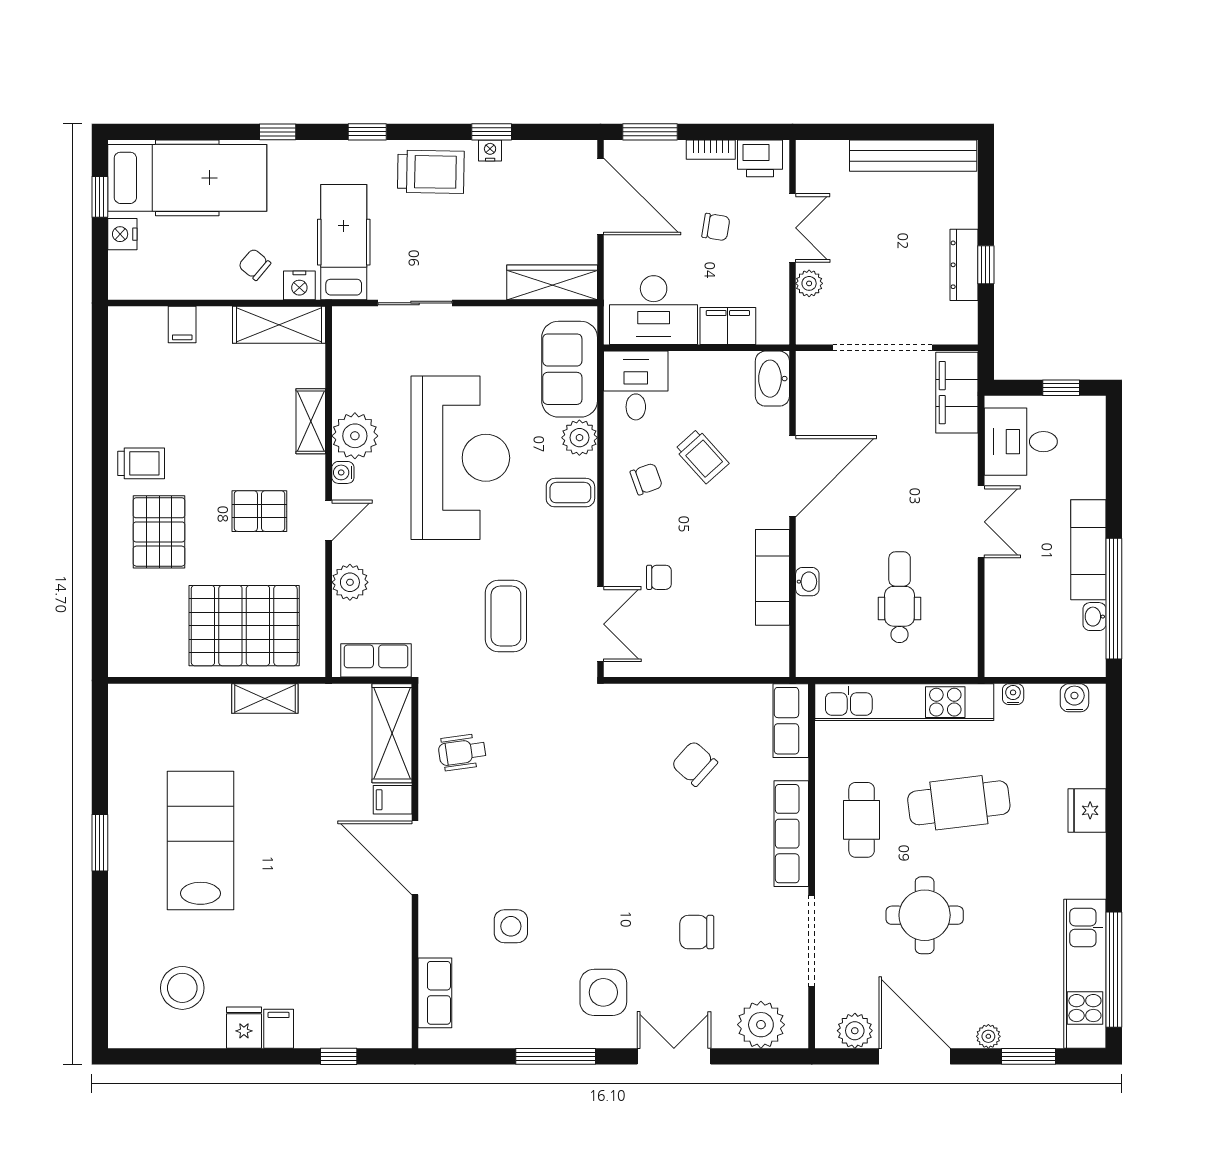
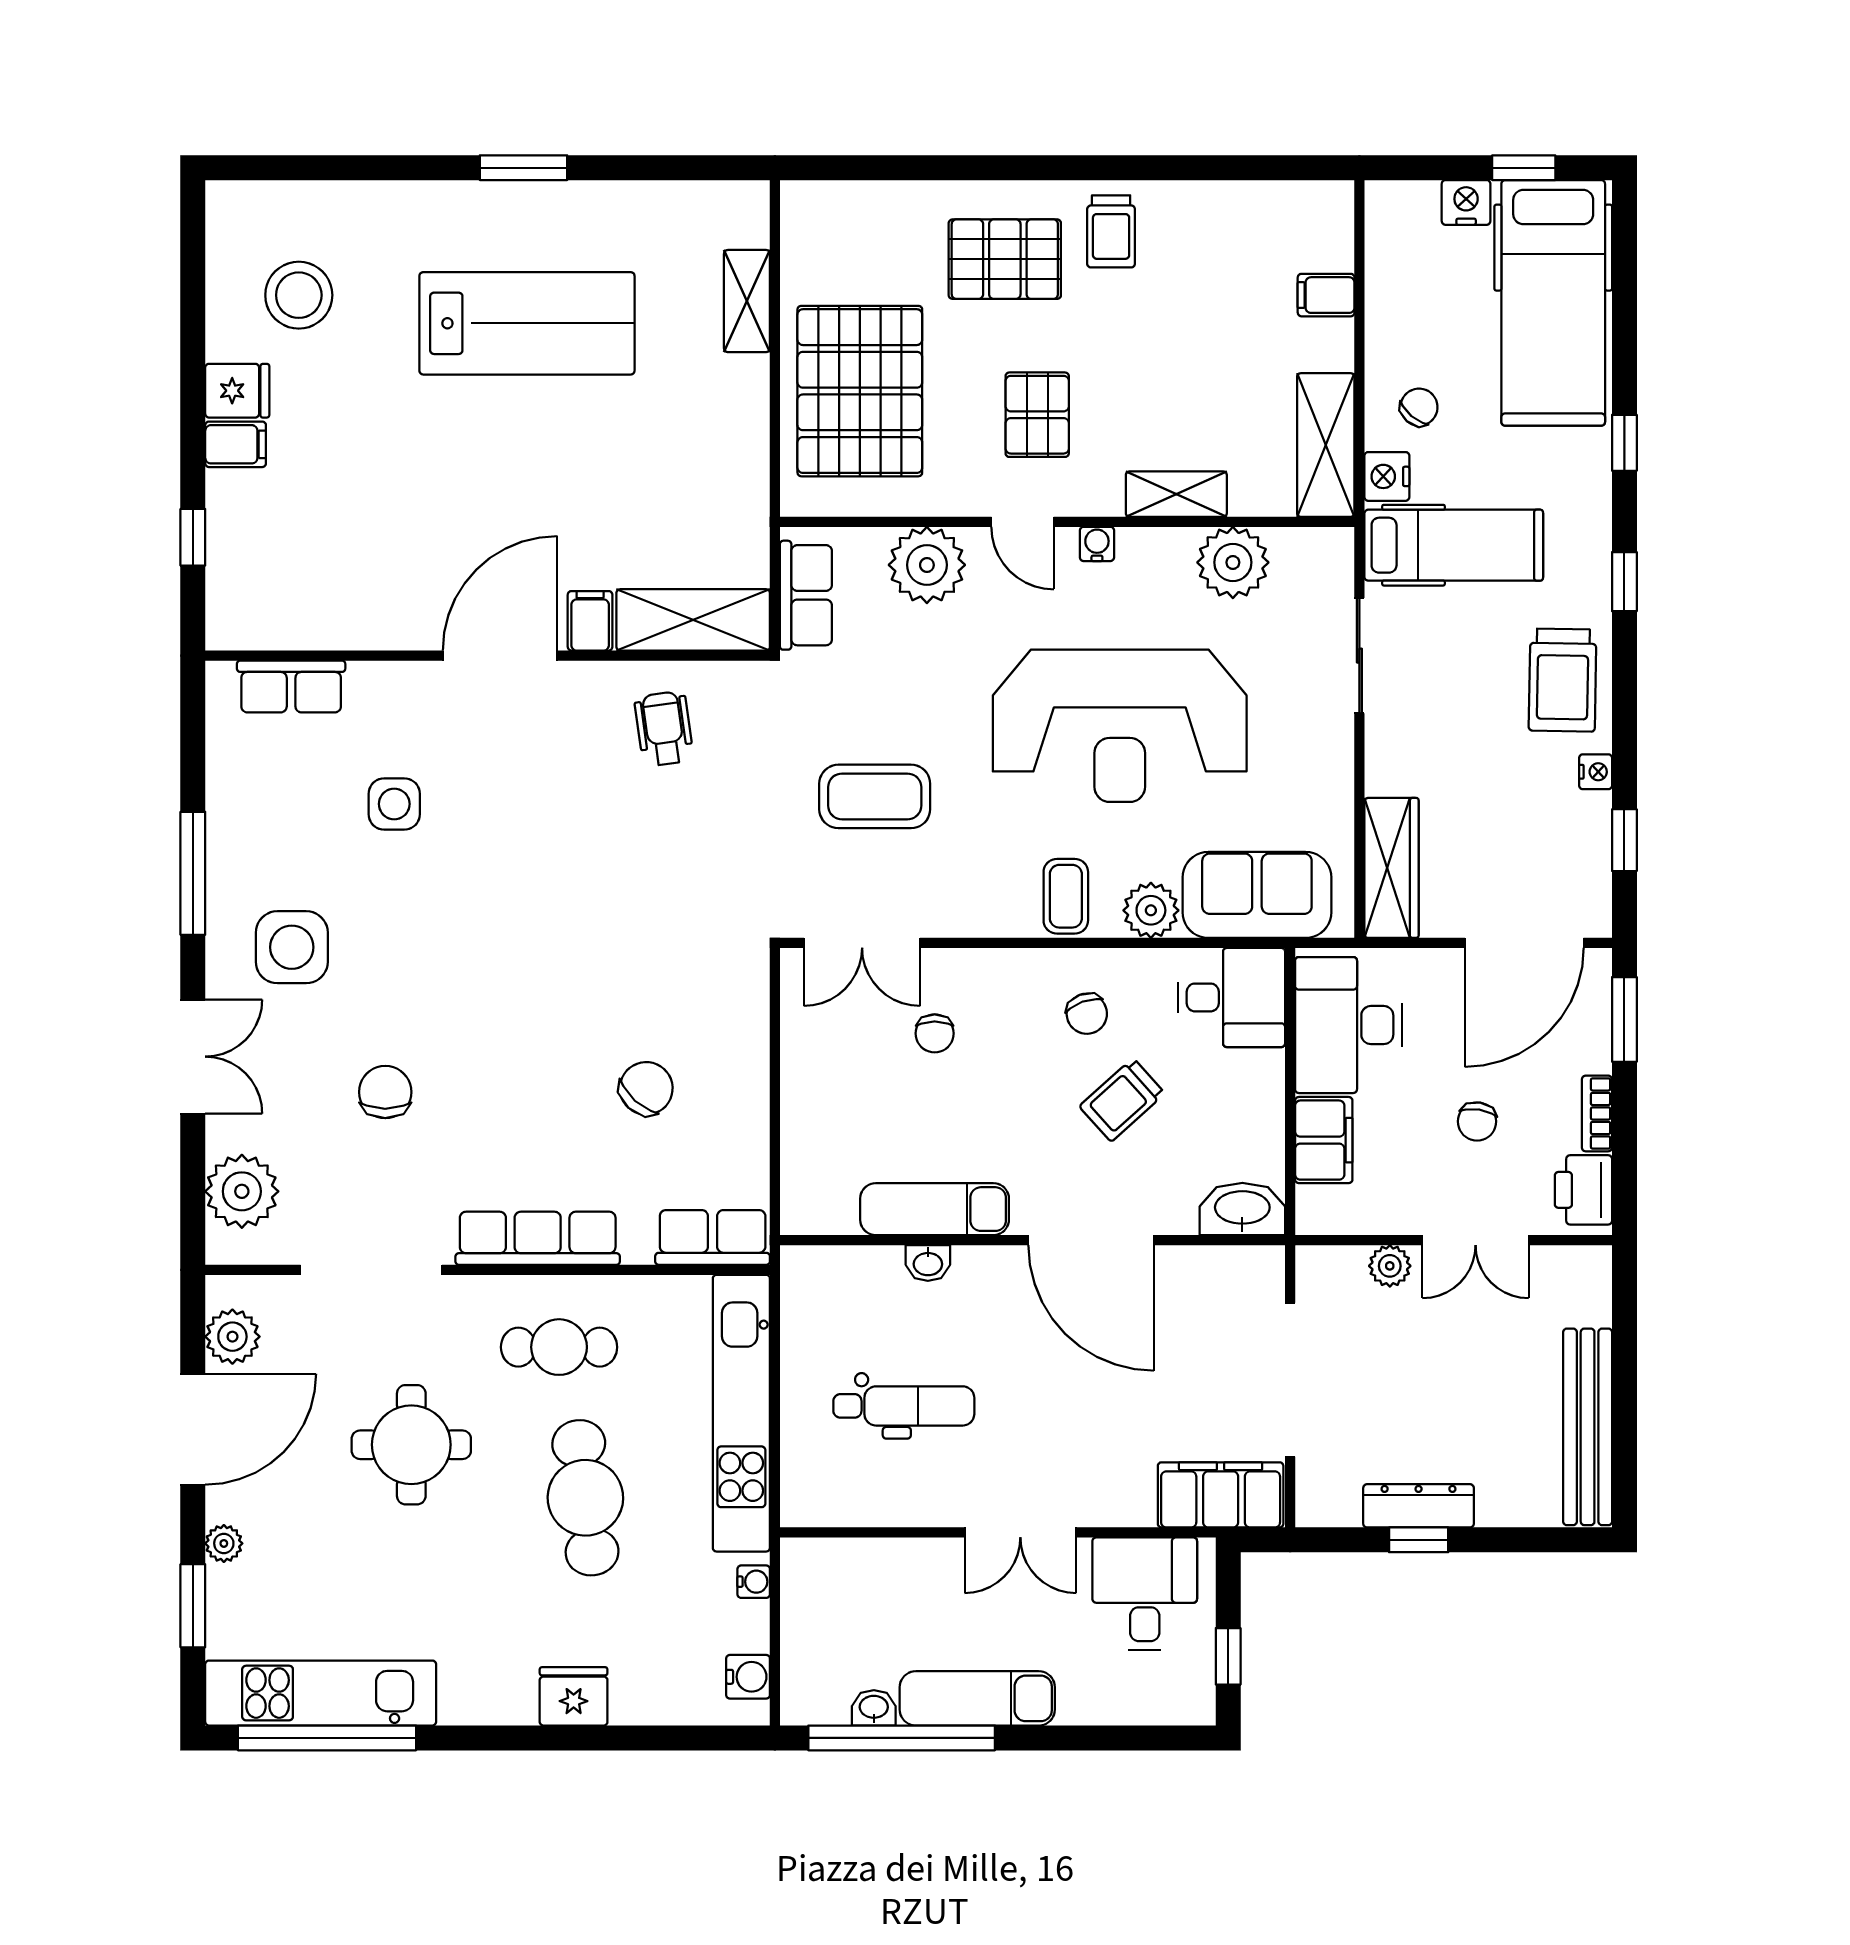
window: (492, 132) -> (1624, 840), moved
plant: (355, 436) -> (1233, 562), moved
plant: (350, 582) -> (927, 565), width x1.36, depth x1.36
shelving: (265, 698) -> (747, 301), moved

